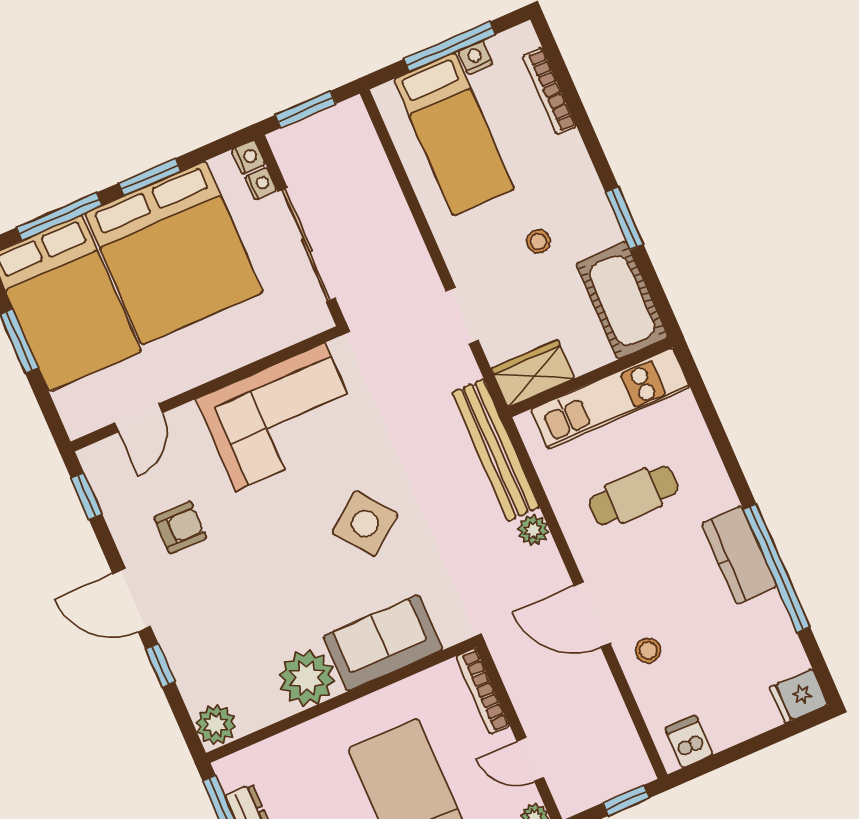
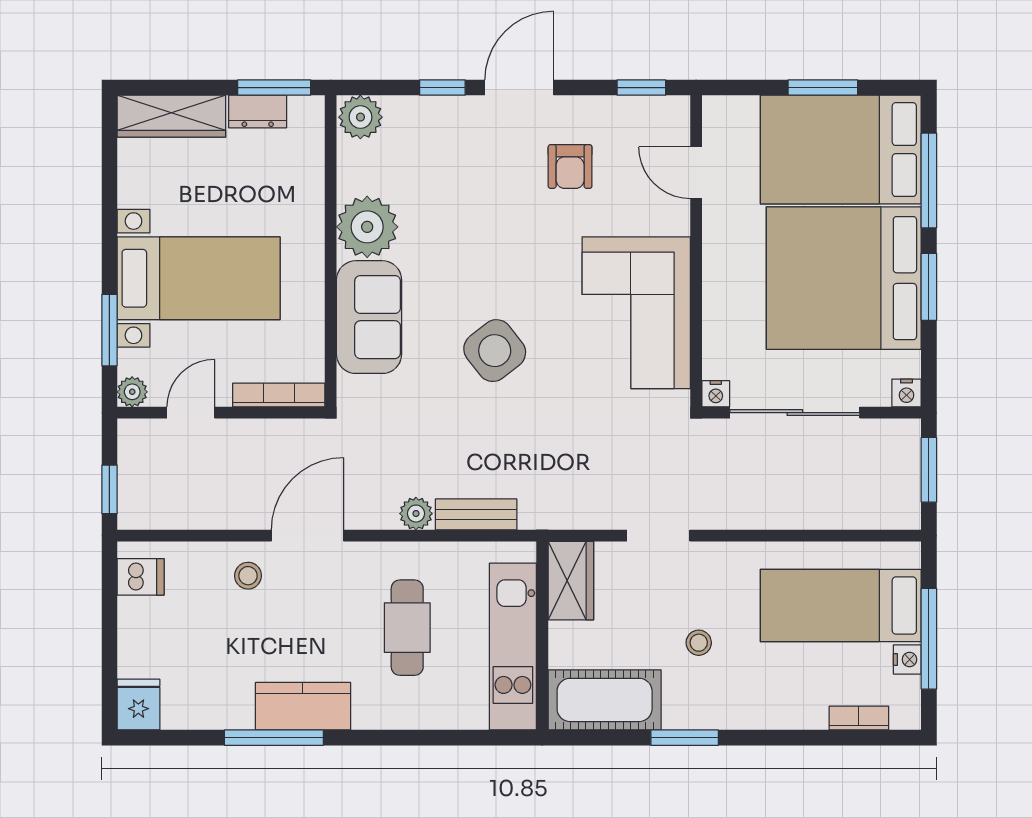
bookcase: (549, 91) -> (859, 718), width x0.64
nightstand: (261, 184) -> (716, 394), moved
bench: (496, 450) -> (476, 514), width x0.54, depth x0.82
window: (777, 568) -> (274, 738), width x0.68

